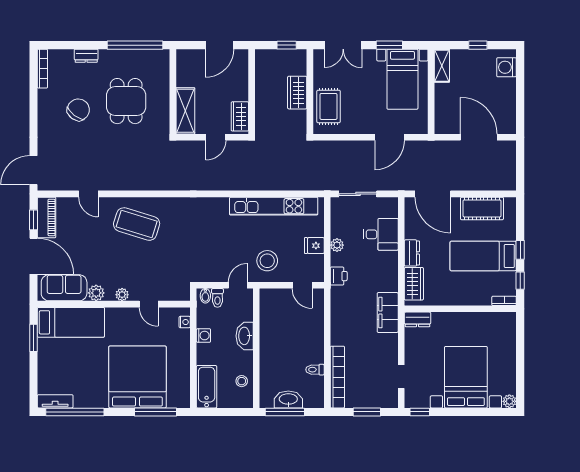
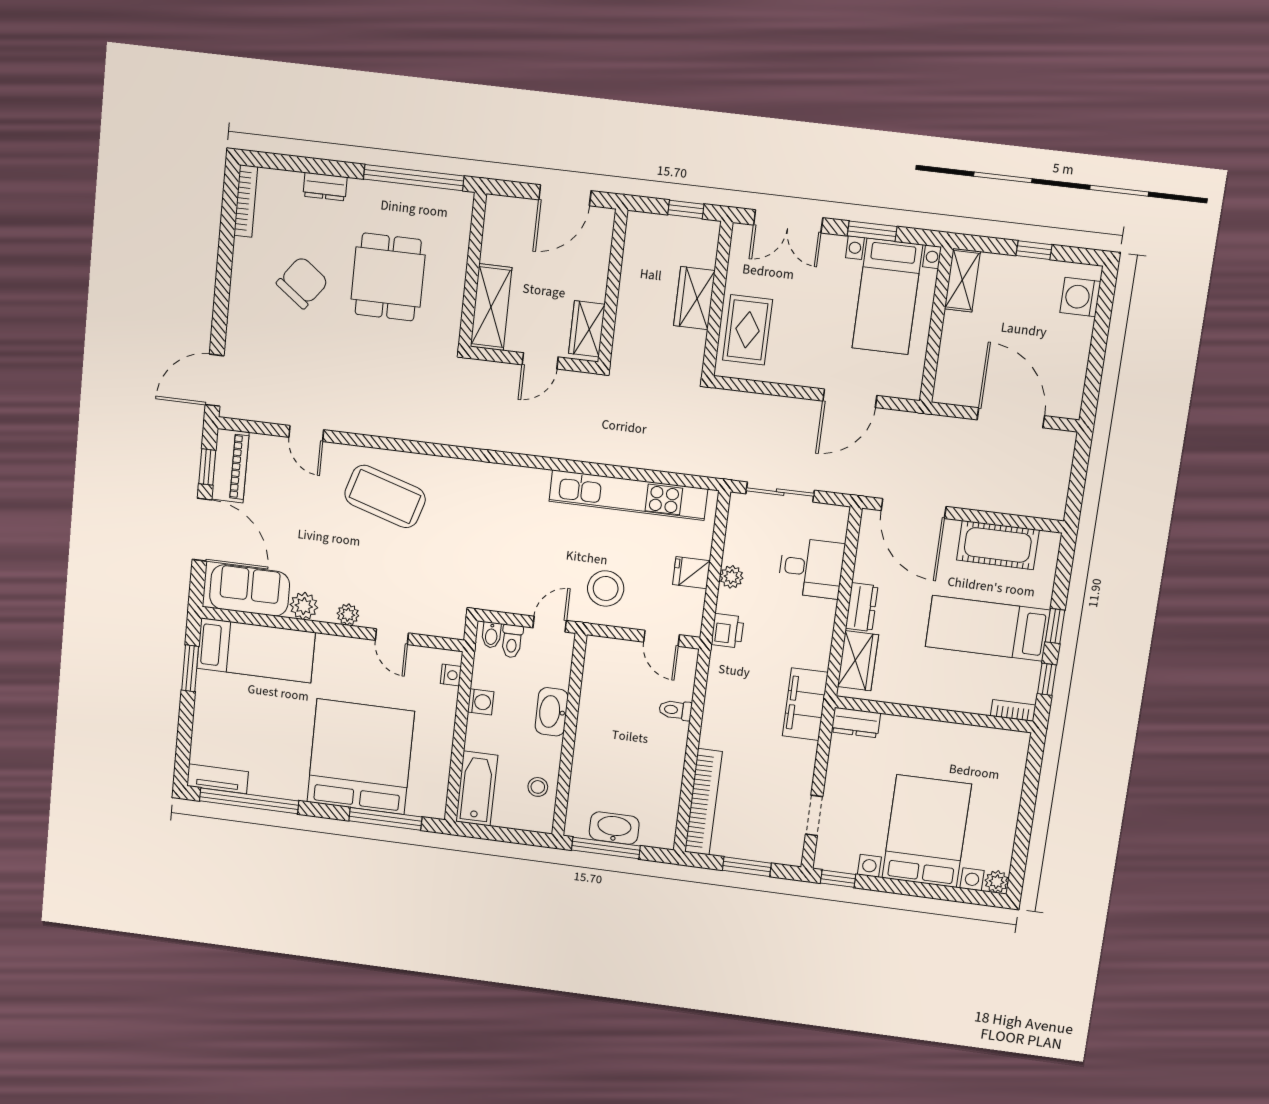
toilet: (315, 370) -> (675, 710), moved

